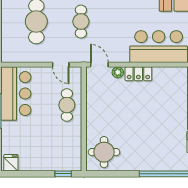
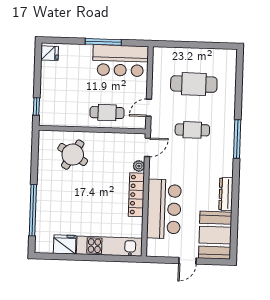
locker: (138, 74) -> (136, 195), width x1.53
round table: (104, 152) -> (73, 155), moved, turned 31

